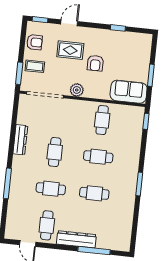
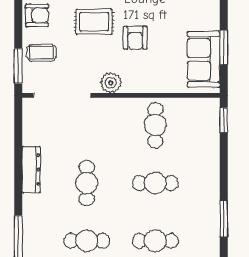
sofa: (129, 92) -> (204, 59), moved, turned -90

